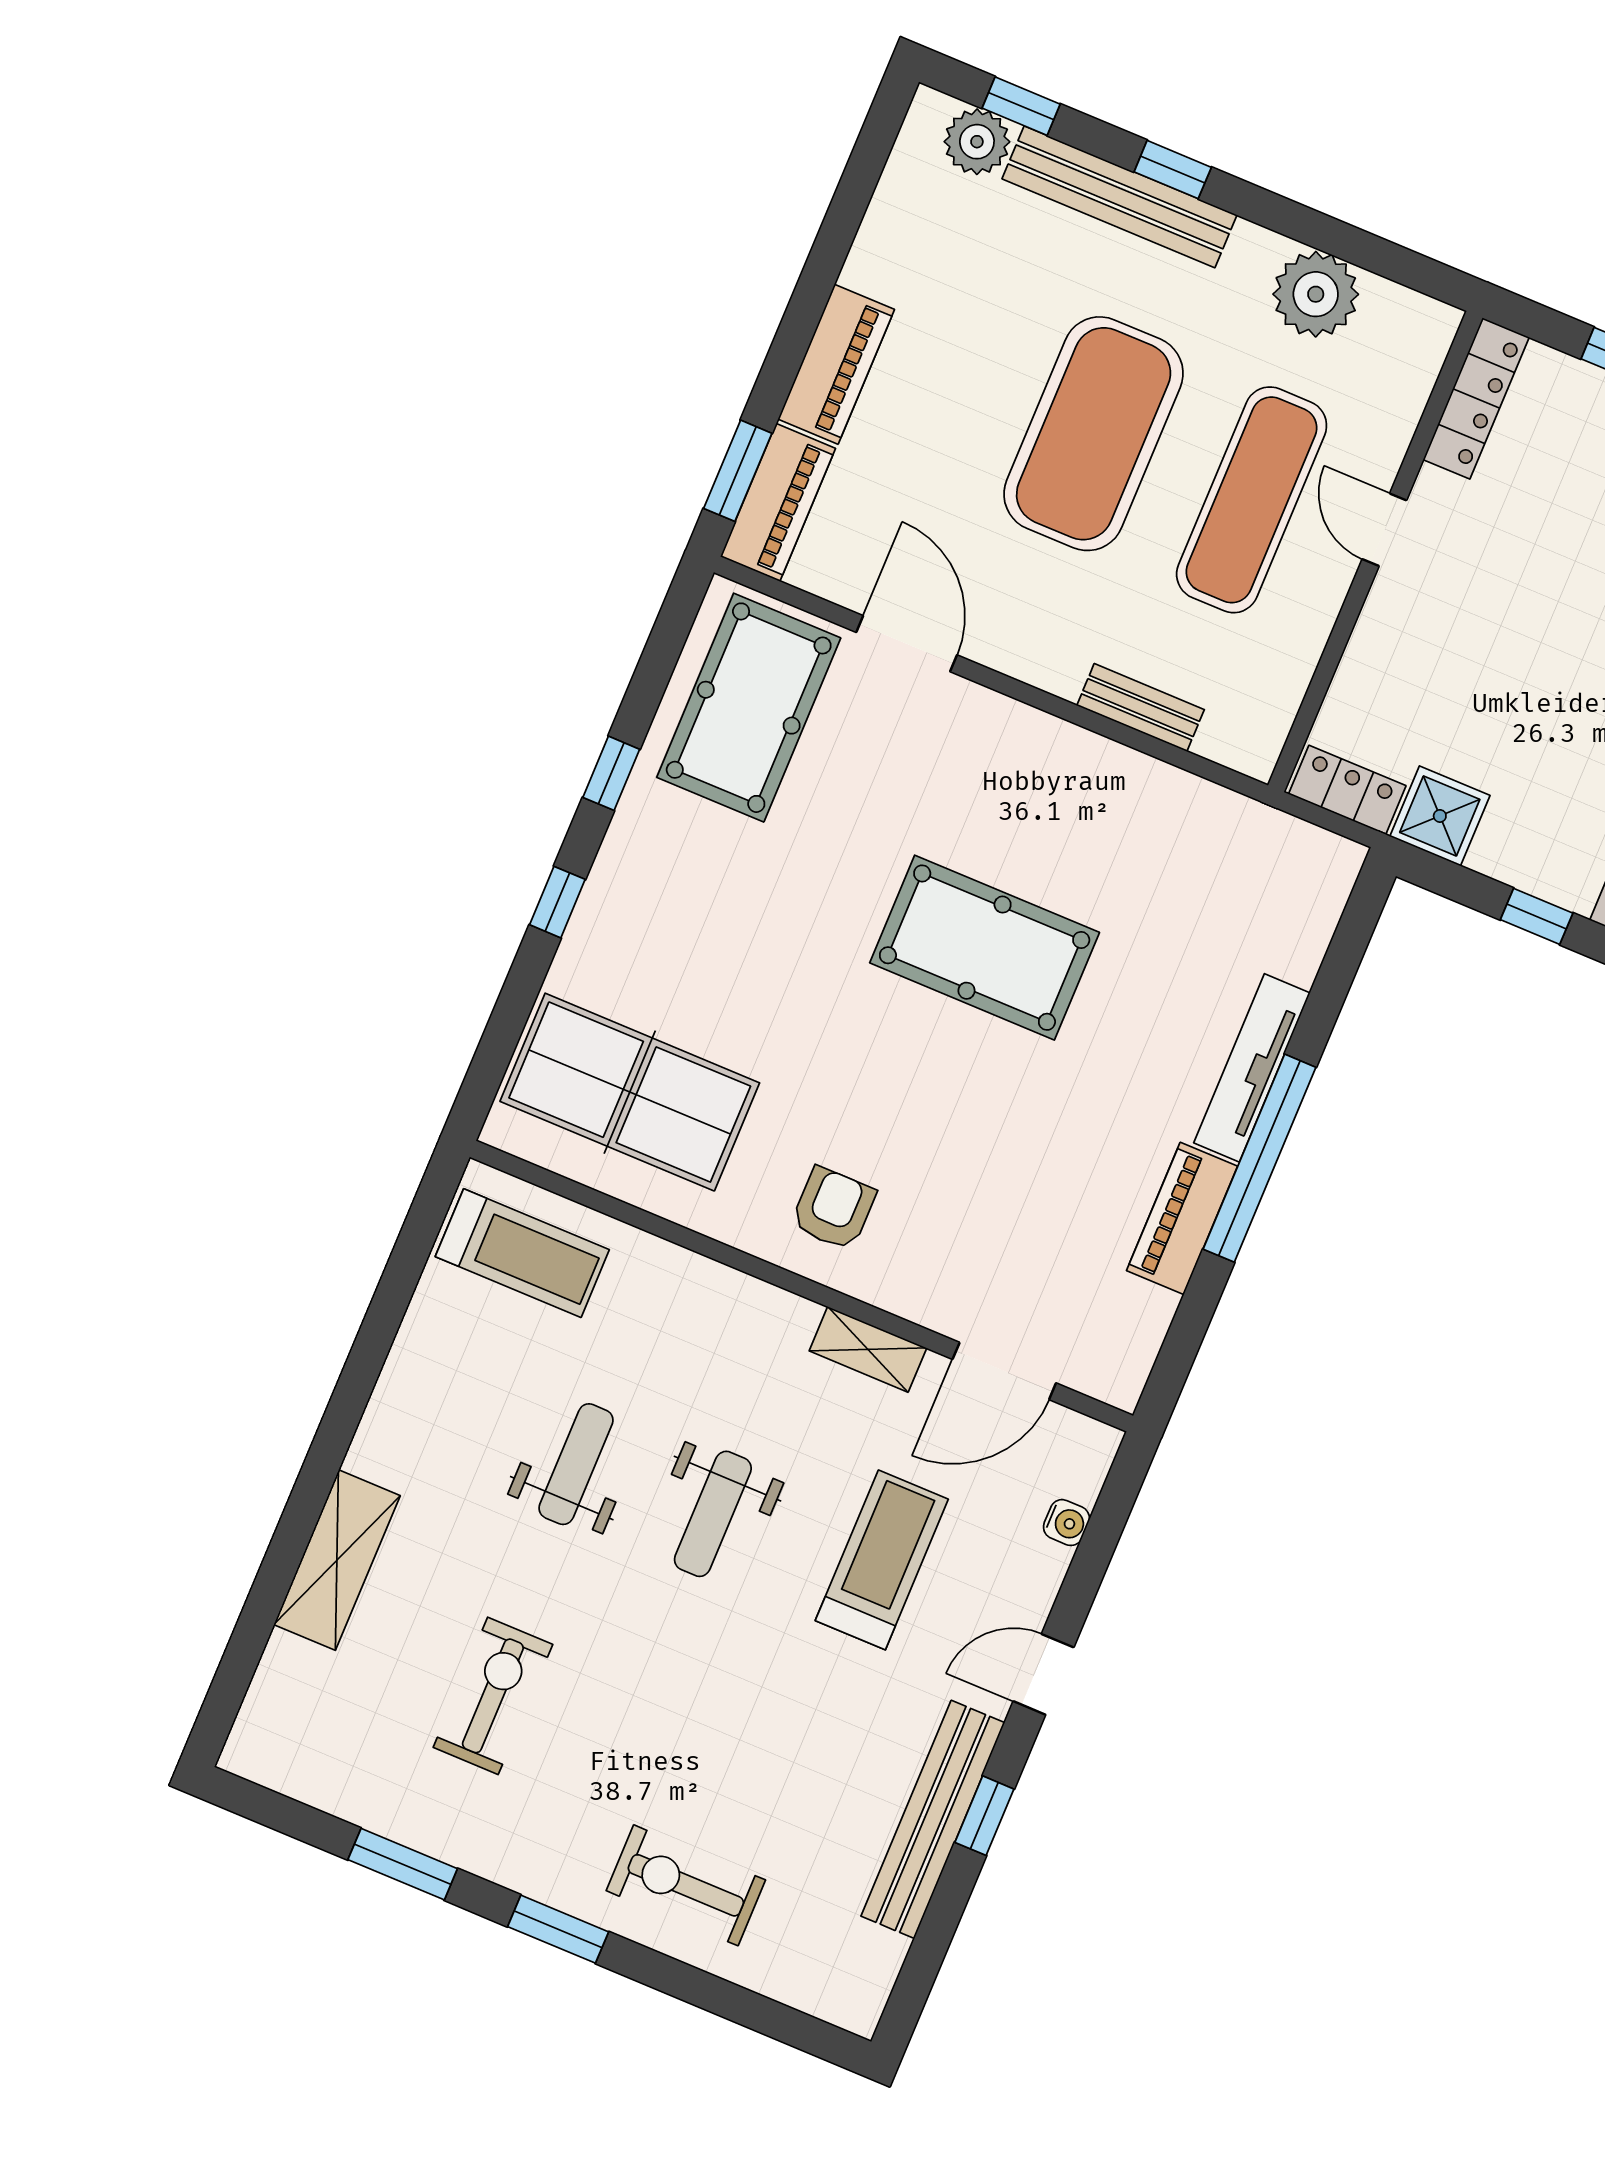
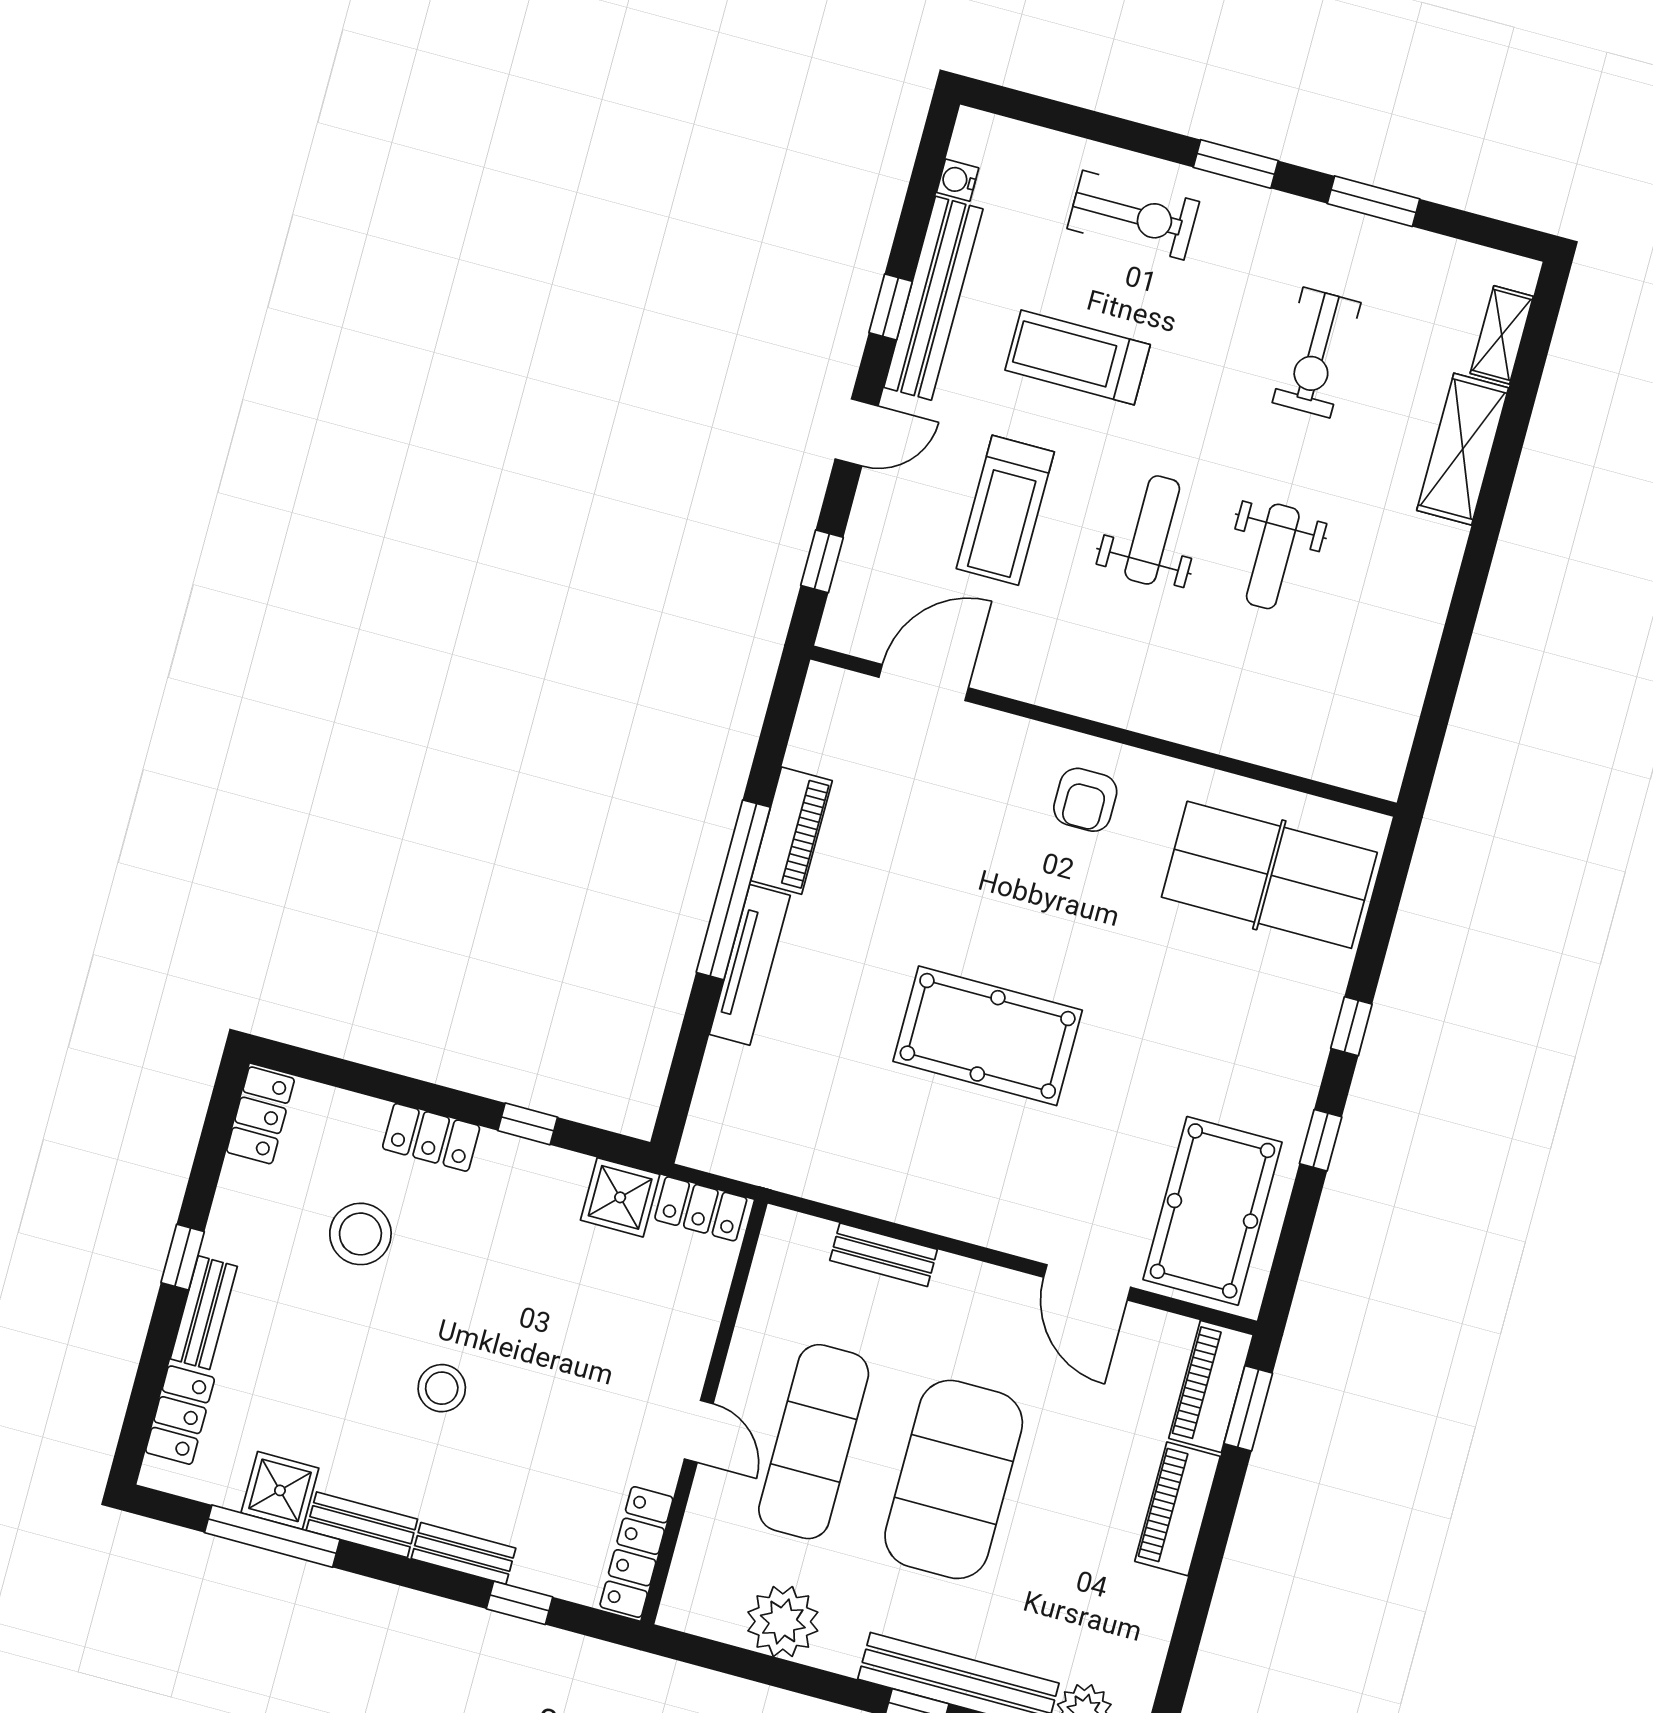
treadmill: (522, 1253) -> (1078, 357), moved
shelving: (868, 1349) -> (1502, 335), moved, turned 90
water cooler: (1066, 1523) -> (958, 180), moved
window: (1104, 1529) -> (822, 561), added

